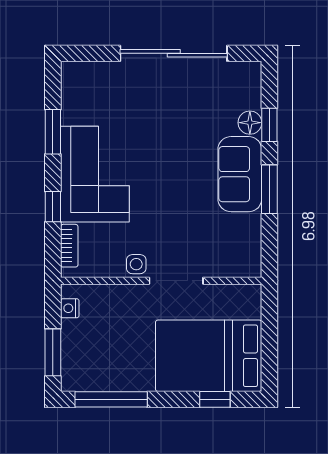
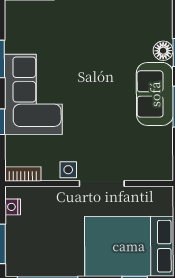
bookcase: (69, 246) -> (23, 174), moved, turned -90

